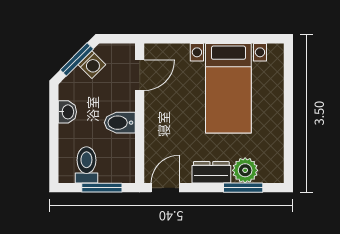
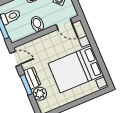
bed with nightstands: (228, 88) -> (76, 69), width x1.36
window: (243, 188) -> (26, 85), moved

